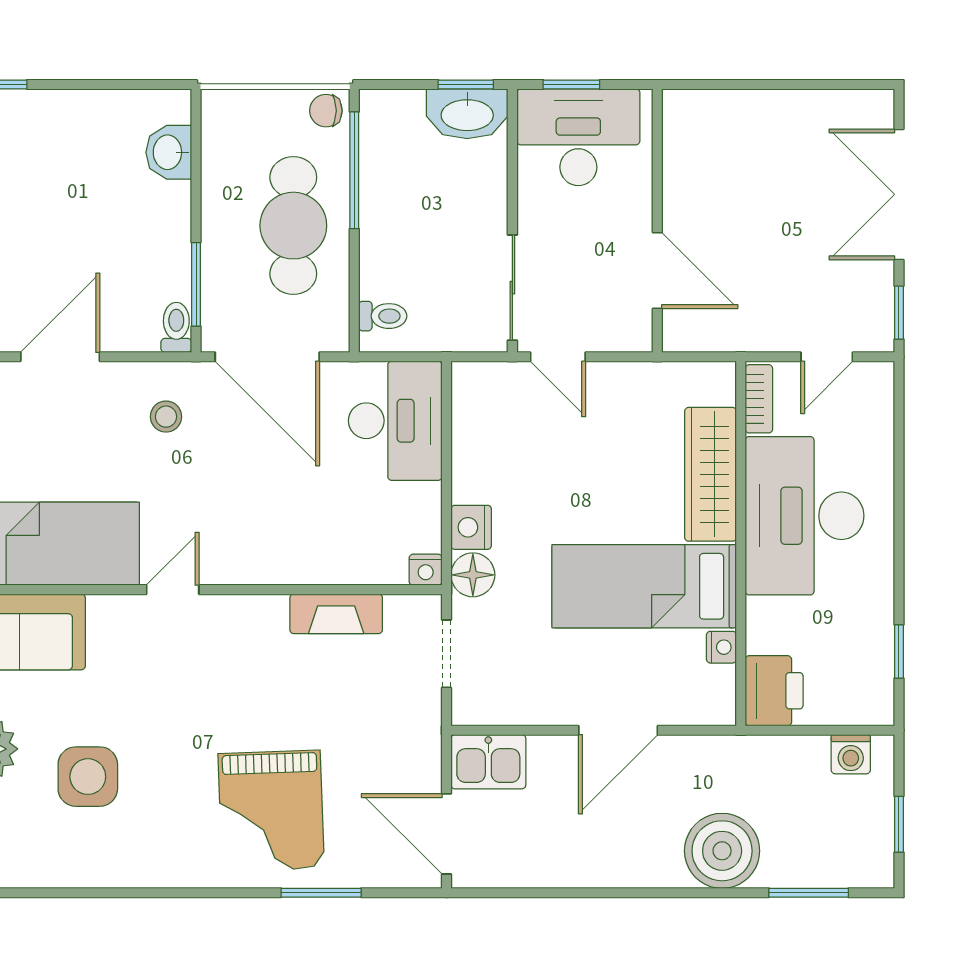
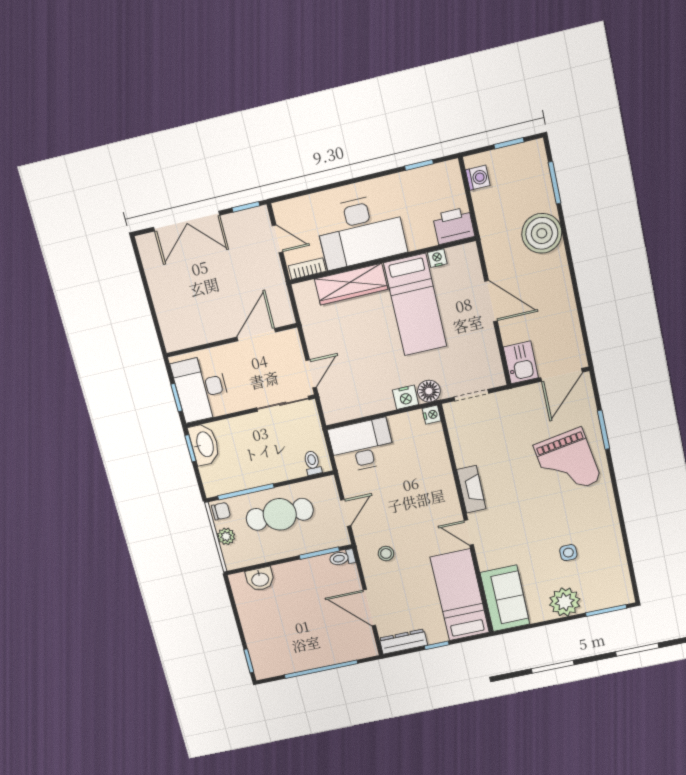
plant: (272, 107) -> (226, 536), added
chair: (326, 111) -> (221, 511), turned -90
door: (267, 357) -> (346, 513), width x0.53
fireplace: (336, 614) -> (471, 489), moved
side table: (88, 777) -> (568, 553), width x0.54, depth x0.54
grand piano: (271, 811) -> (567, 463), turned 83

